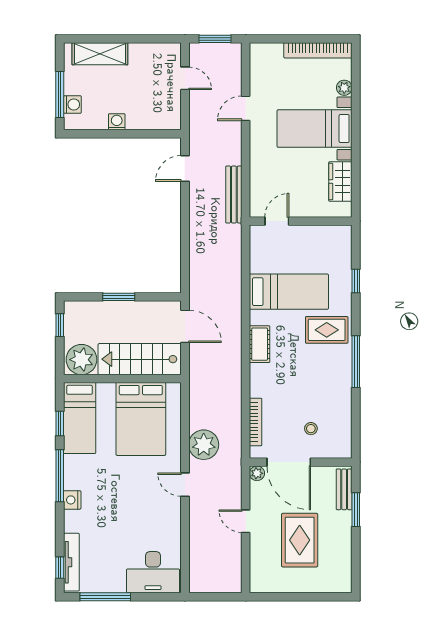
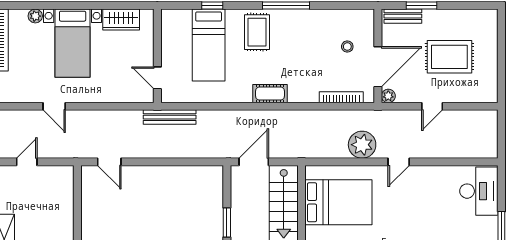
washing machine: (117, 122) -> (66, 224), removed
bench: (234, 194) -> (170, 117), moved
bed: (289, 292) -> (209, 45), moved, turned 180

